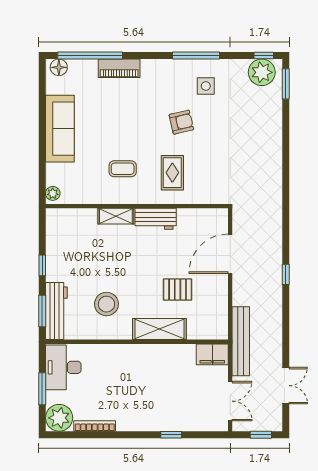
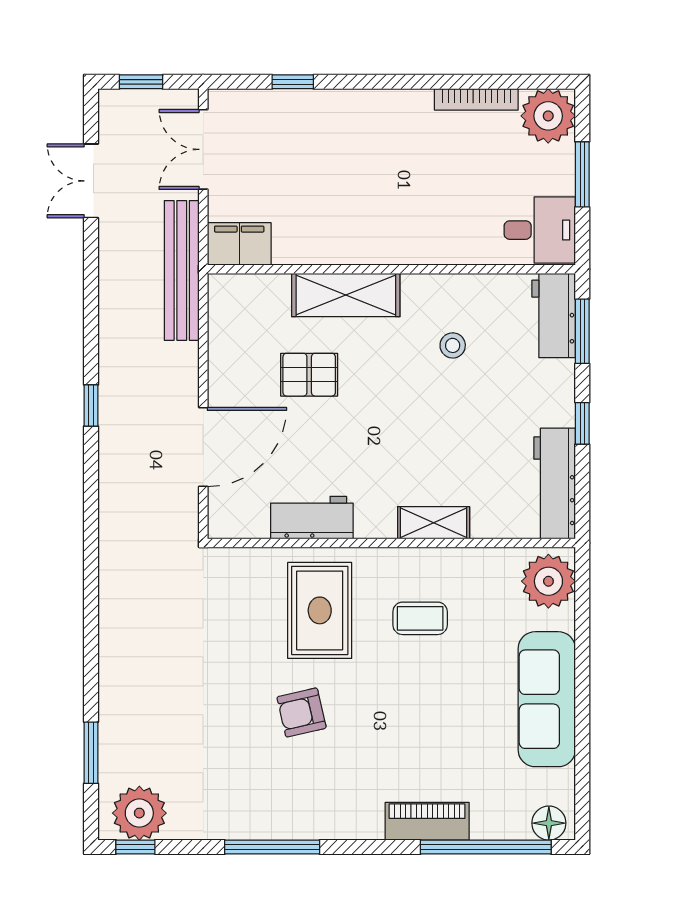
window: (286, 84) -> (91, 753), moved
side table: (206, 86) -> (252, 785), removed
rug: (172, 173) -> (320, 610), width x1.36, depth x1.43
plant: (53, 193) -> (548, 581), width x1.87, depth x1.87
workbench: (156, 219) -> (312, 518), moved
workbench: (56, 236) -> (555, 484), added
stool: (106, 304) -> (453, 345), width x0.53, depth x0.53
workbench: (56, 311) -> (554, 316), width x0.73
desk: (63, 367) -> (540, 230), width x0.73
window: (171, 435) -> (293, 82), moved

